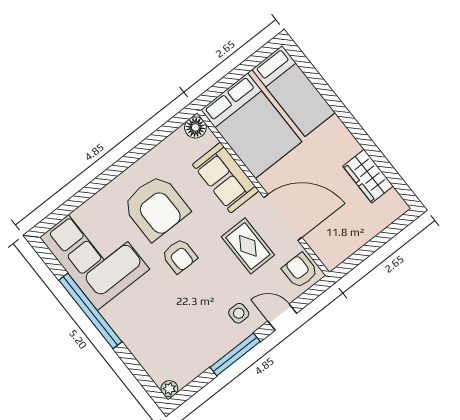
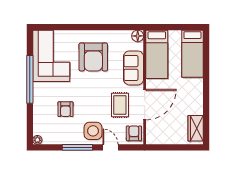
bed: (251, 126) -> (157, 54), width x0.67
wardrobe: (368, 176) -> (196, 128), moved
door: (283, 217) -> (145, 105), hinge flipped
armchair: (179, 256) -> (65, 109), moved
side table: (239, 313) -> (93, 131), width x1.87, depth x1.87

